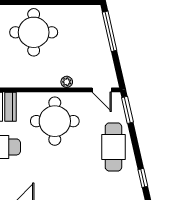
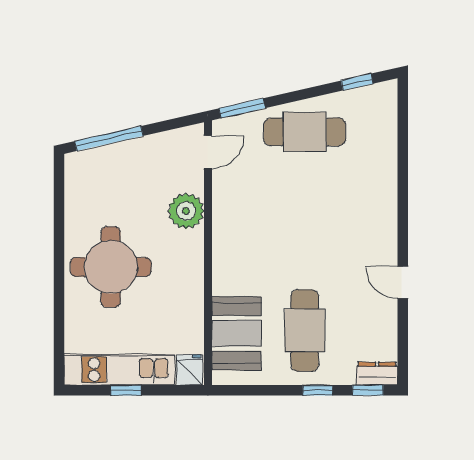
plant: (67, 82) -> (186, 211), width x1.87, depth x1.87
round table: (55, 121) -> (261, 231), removed

